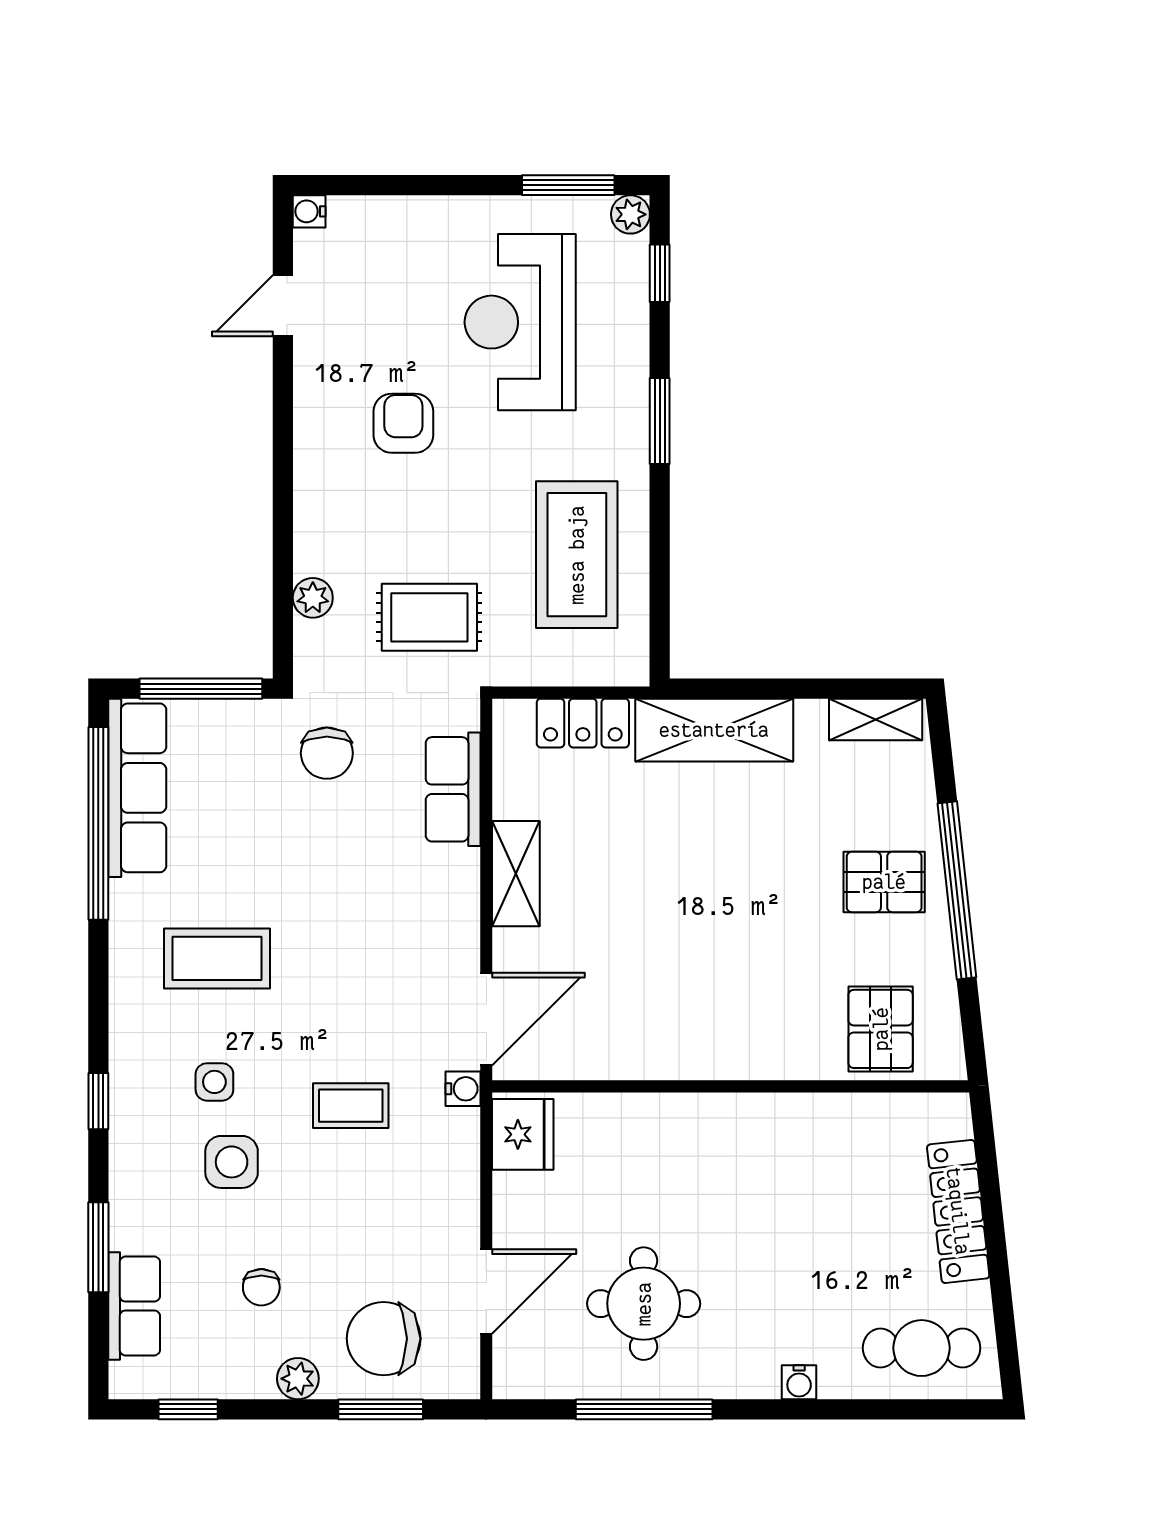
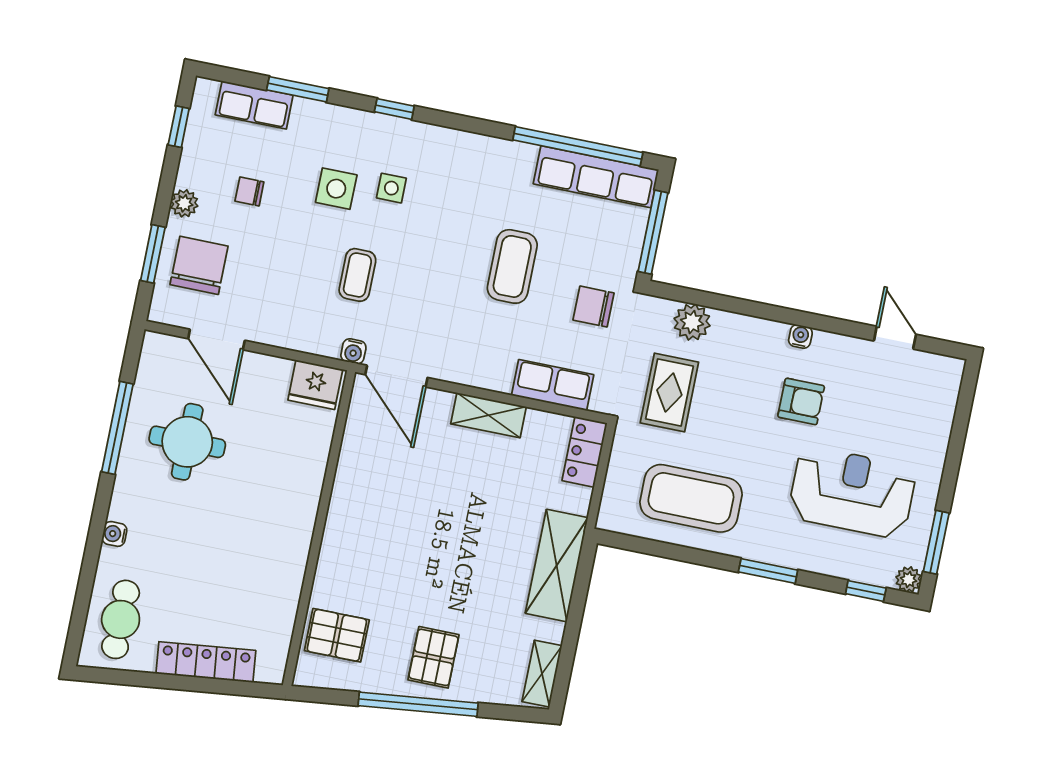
water cooler: (309, 211) -> (800, 336), moved
plant: (313, 598) -> (692, 322), width x1.38, depth x1.38
locker: (583, 723) -> (585, 452), moved
coffee table: (217, 958) -> (512, 266), moved

